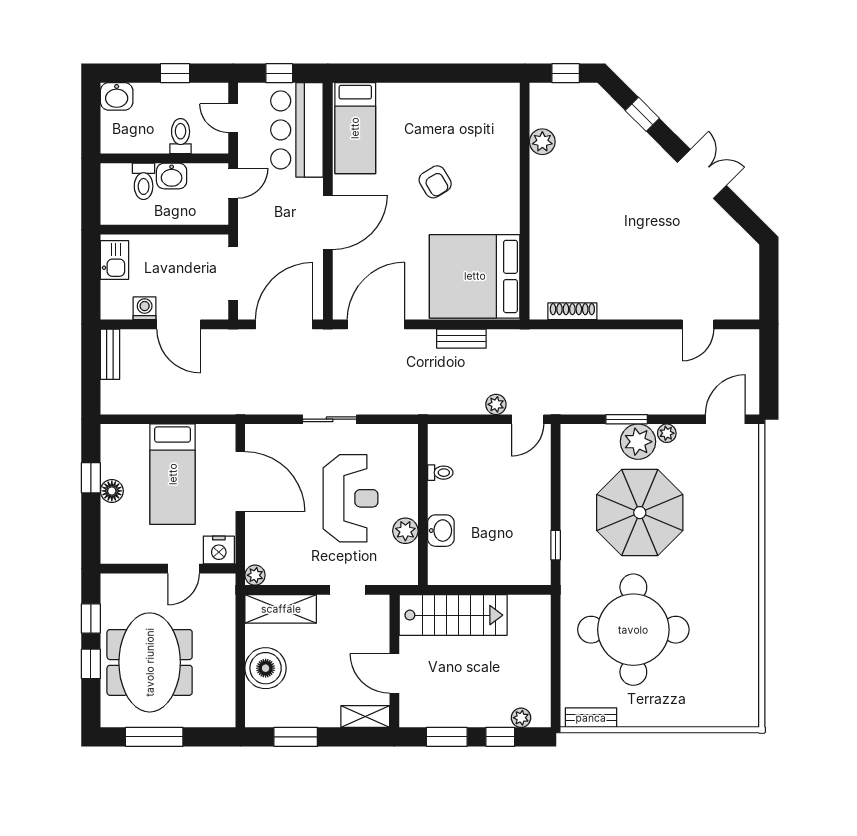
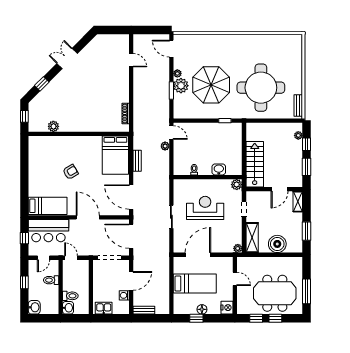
washbasin: (172, 176) -> (68, 308), moved
bed: (475, 276) -> (115, 155), width x0.73
plant: (405, 531) -> (237, 185), moved
nightstand: (219, 550) -> (227, 308), moved

